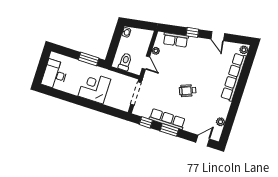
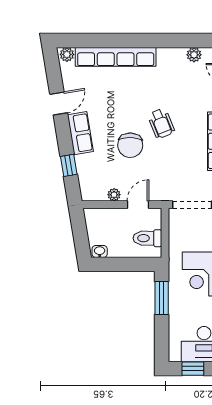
window: (192, 32) -> (69, 165), moved
row of seats: (176, 40) -> (80, 133), moved
window: (43, 64) -> (193, 369), added
chair: (181, 69) -> (130, 145), added

